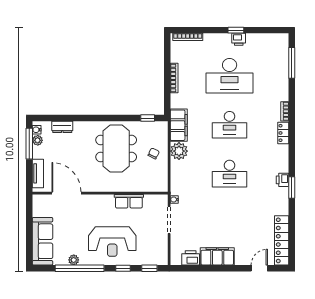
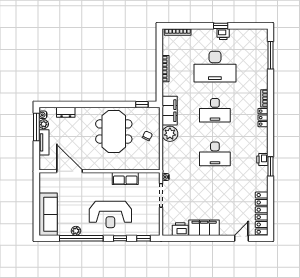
tv unit: (38, 173) -> (44, 142), moved

